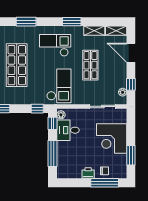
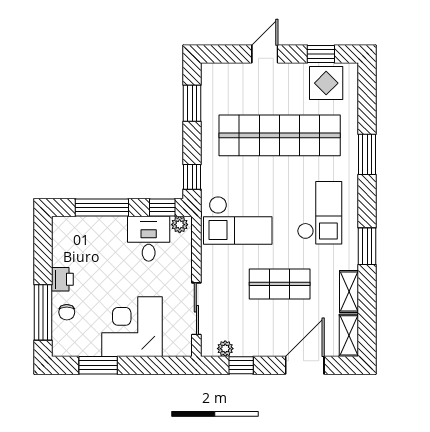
shop shelf: (17, 65) -> (280, 135), width x1.40

